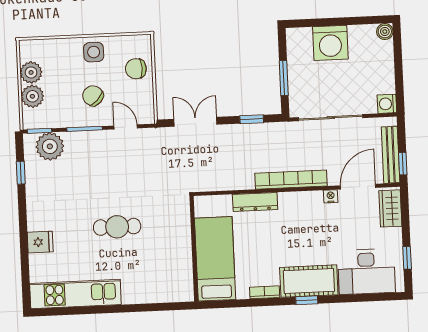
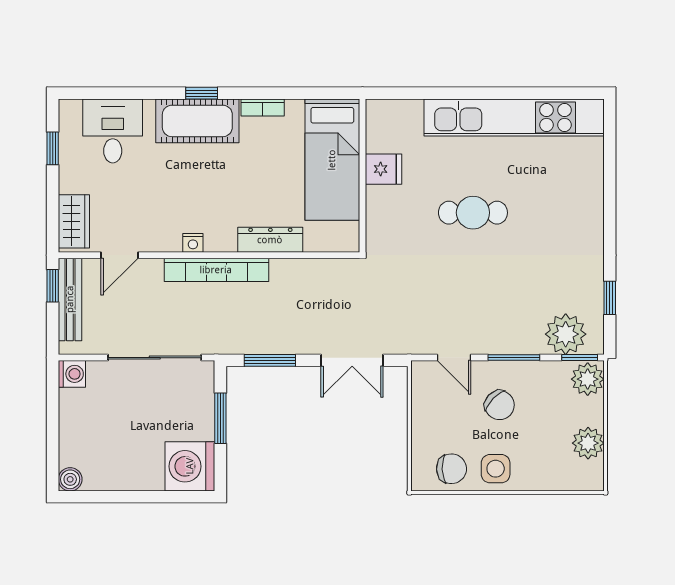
washing machine: (330, 43) -> (190, 466), moved, turned -90
chair: (136, 69) -> (451, 469), moved
plant: (32, 96) -> (588, 379), moved
window: (252, 119) -> (270, 360), width x1.50
door: (358, 187) -> (119, 255), width x0.73
nightstand: (331, 196) -> (193, 243), moved
fridge: (40, 242) -> (383, 169), moved, turned 180
desk: (366, 272) -> (113, 131), width x0.73
kitchen unit: (75, 294) -> (514, 117), width x1.36

